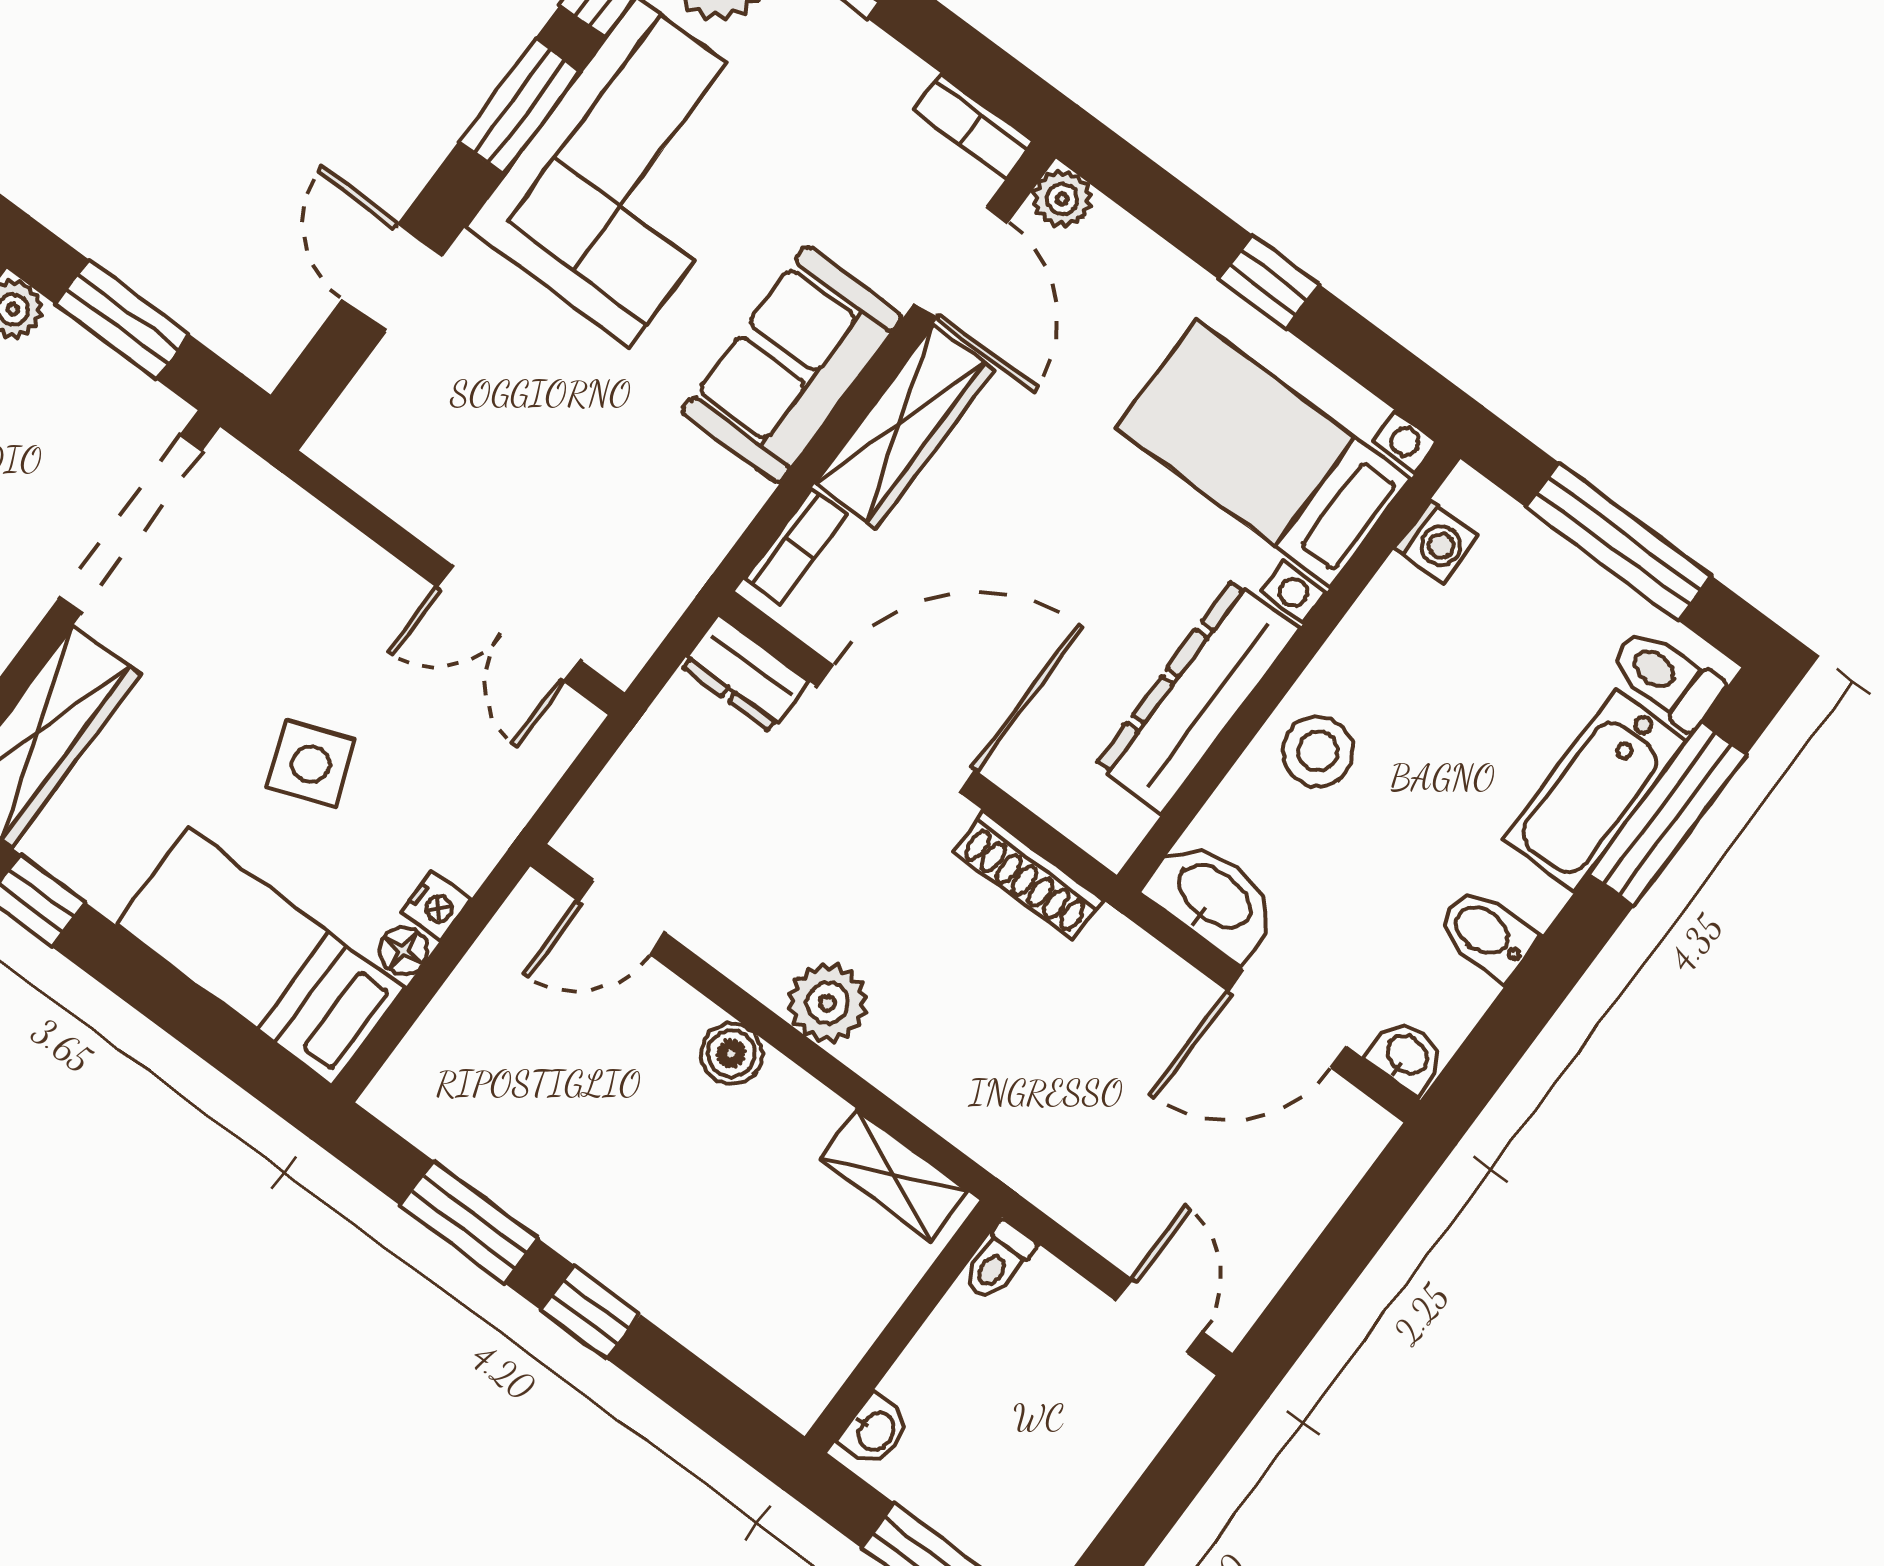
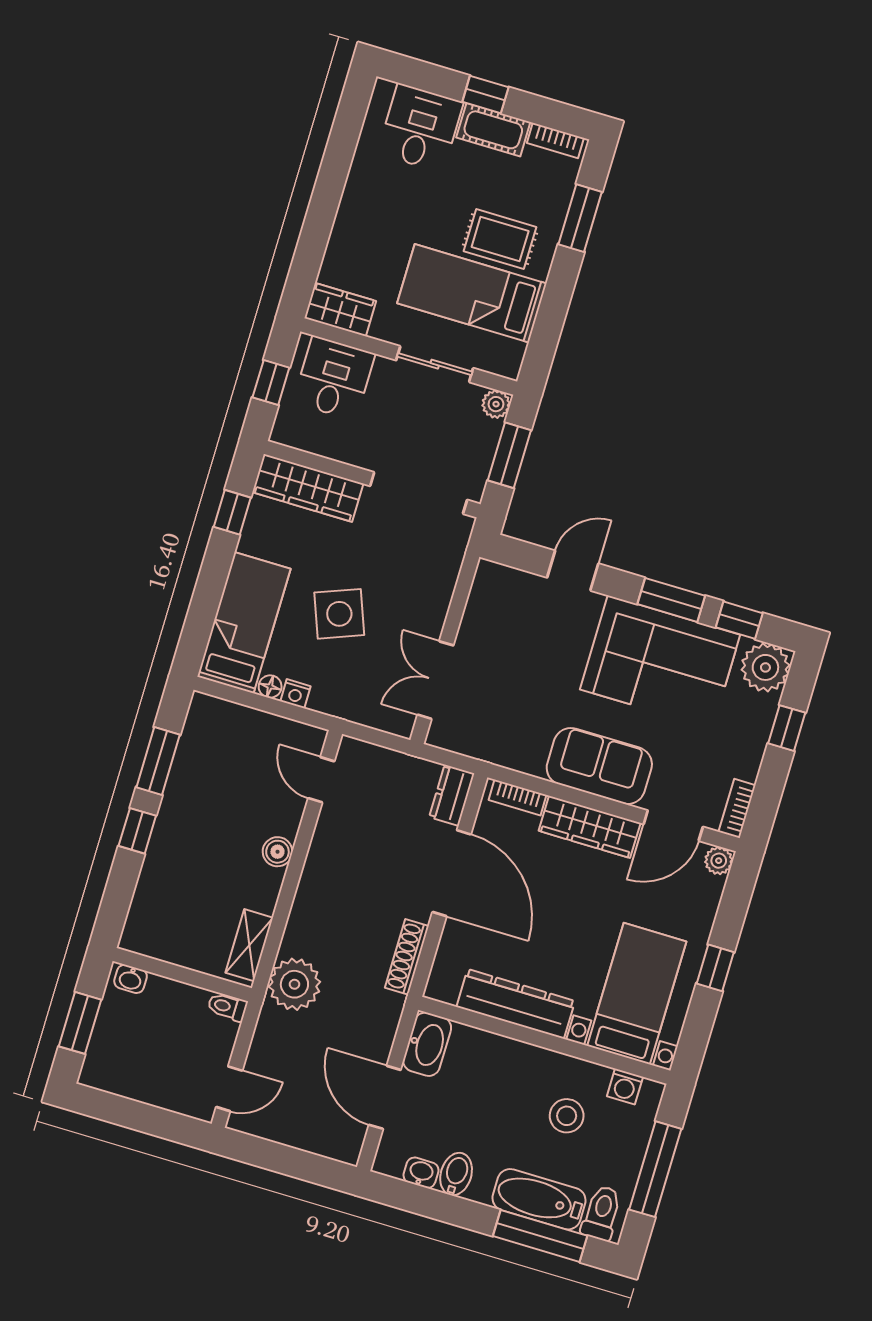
stool: (1318, 751) -> (567, 1116), moved
side table: (311, 764) -> (339, 614), width x1.37, depth x1.37
plant: (828, 1003) -> (294, 984), moved, width x1.36, depth x1.36
washbasin: (1406, 1056) -> (421, 1173), moved, turned -90

